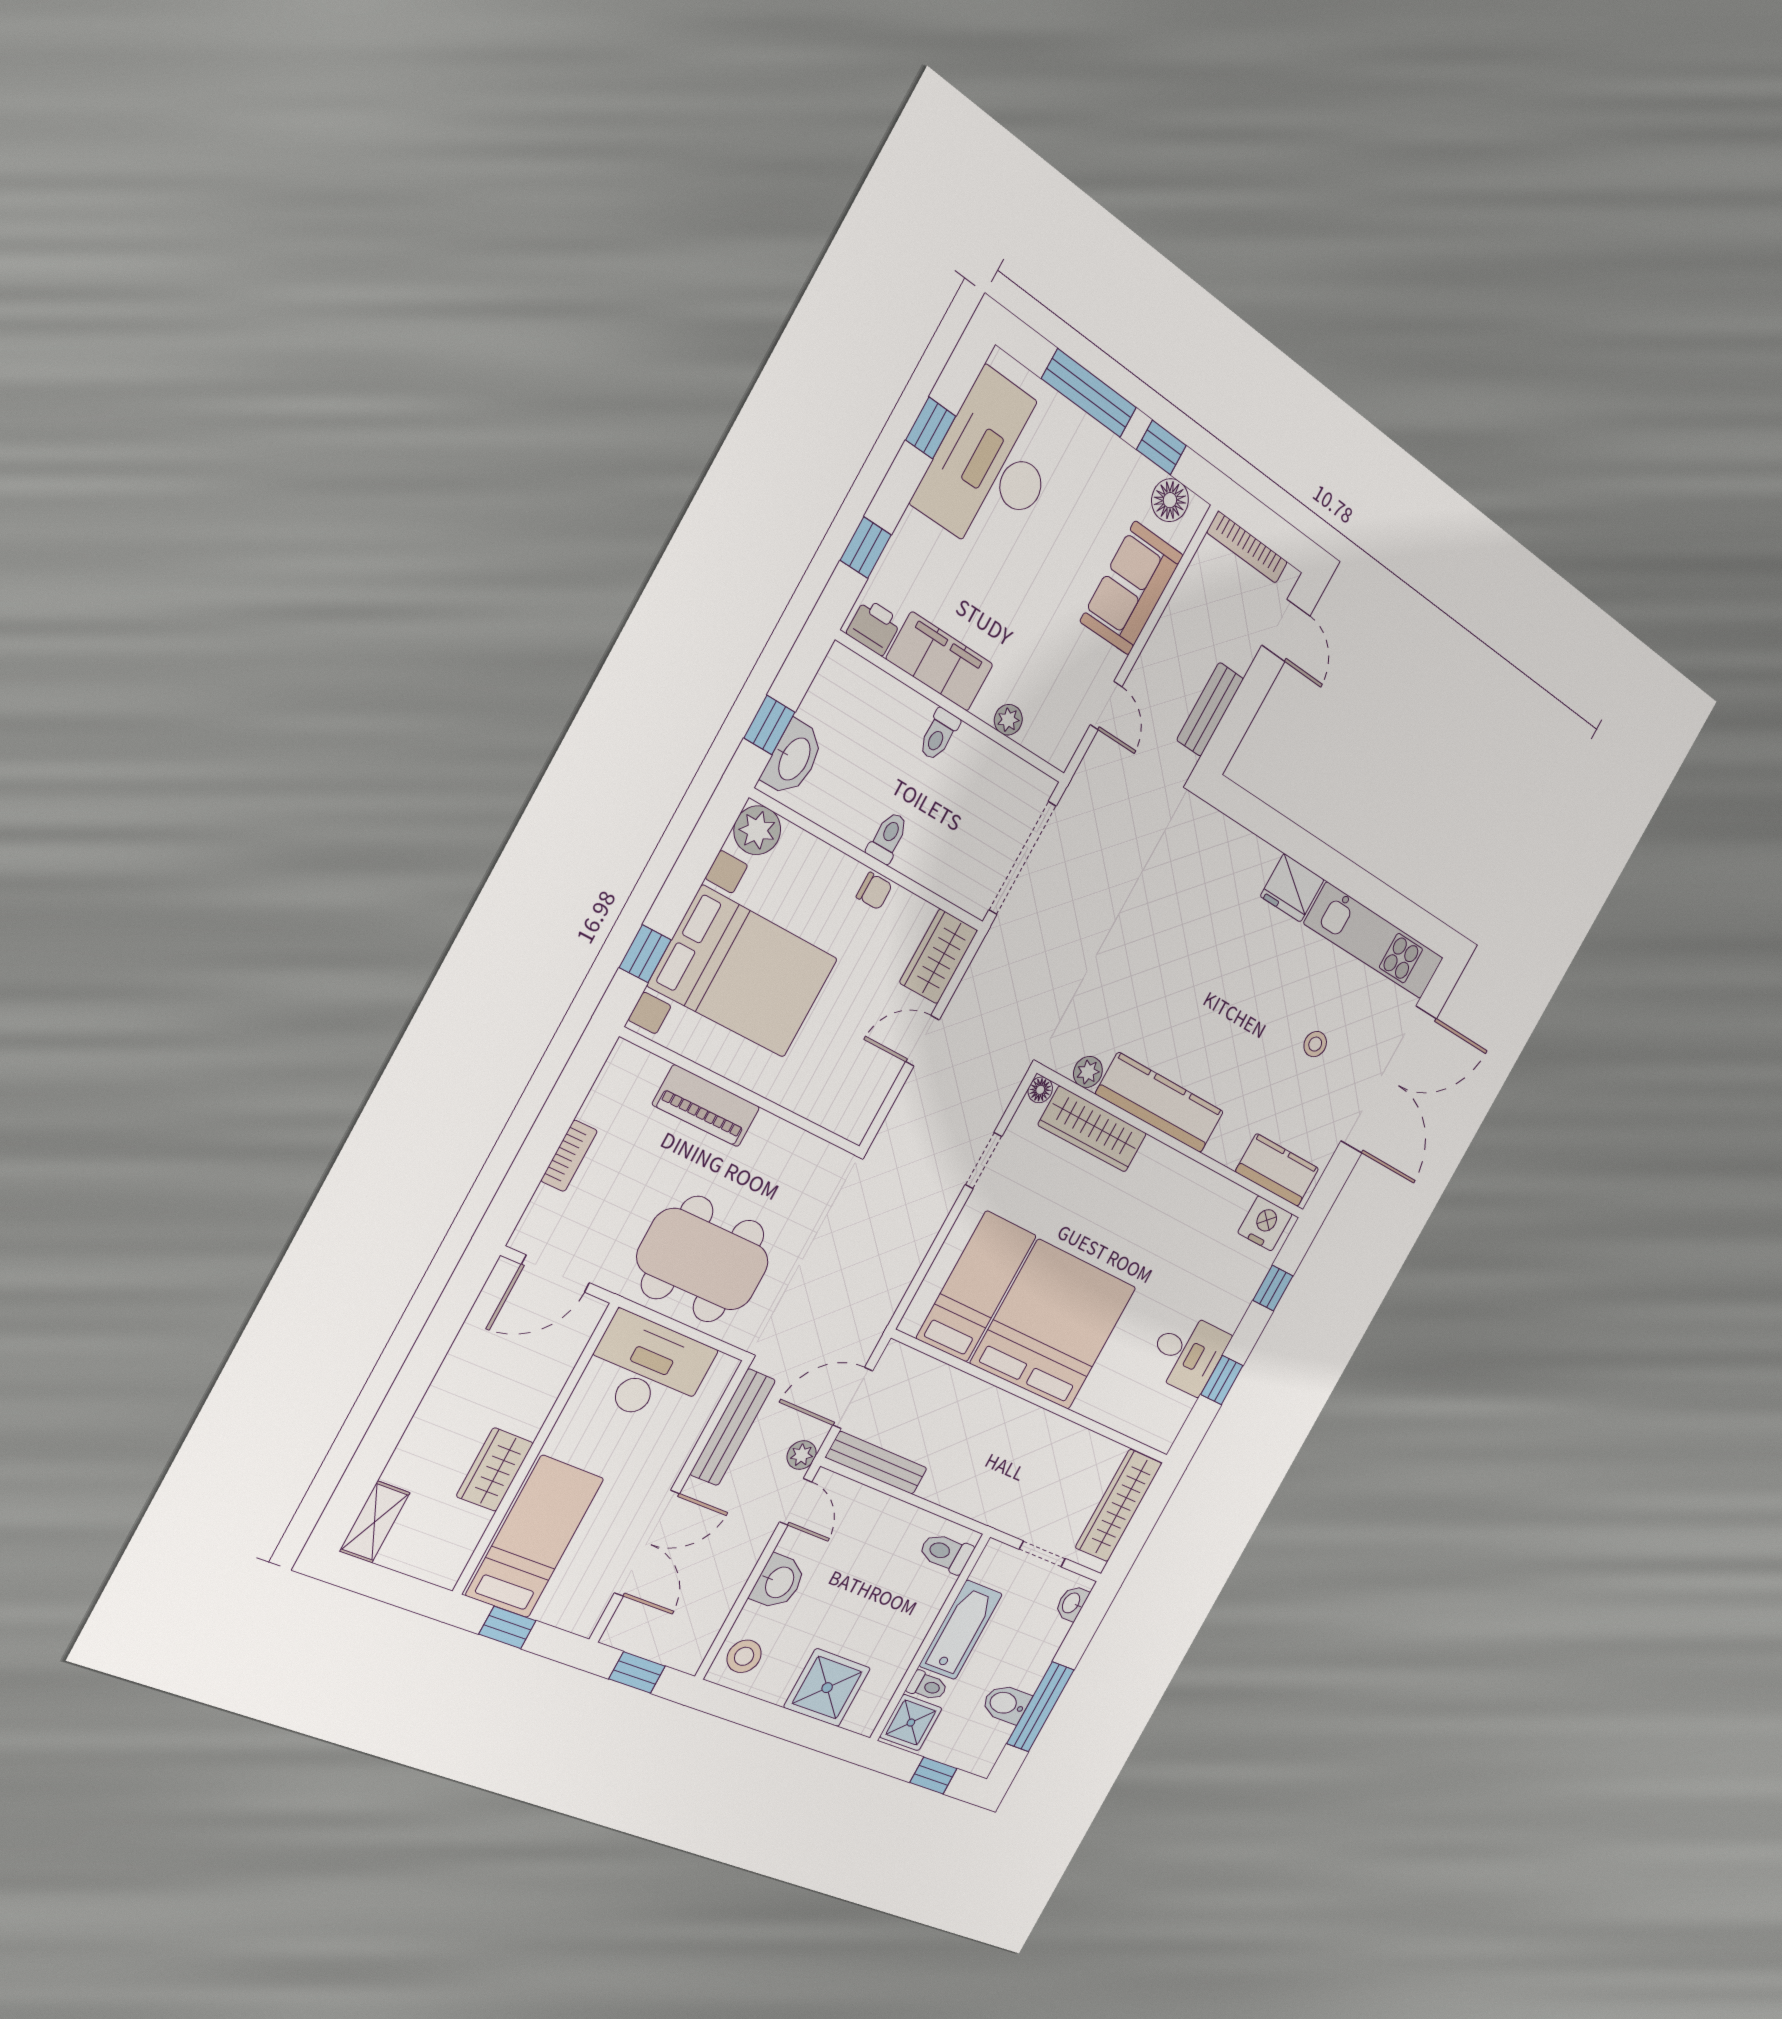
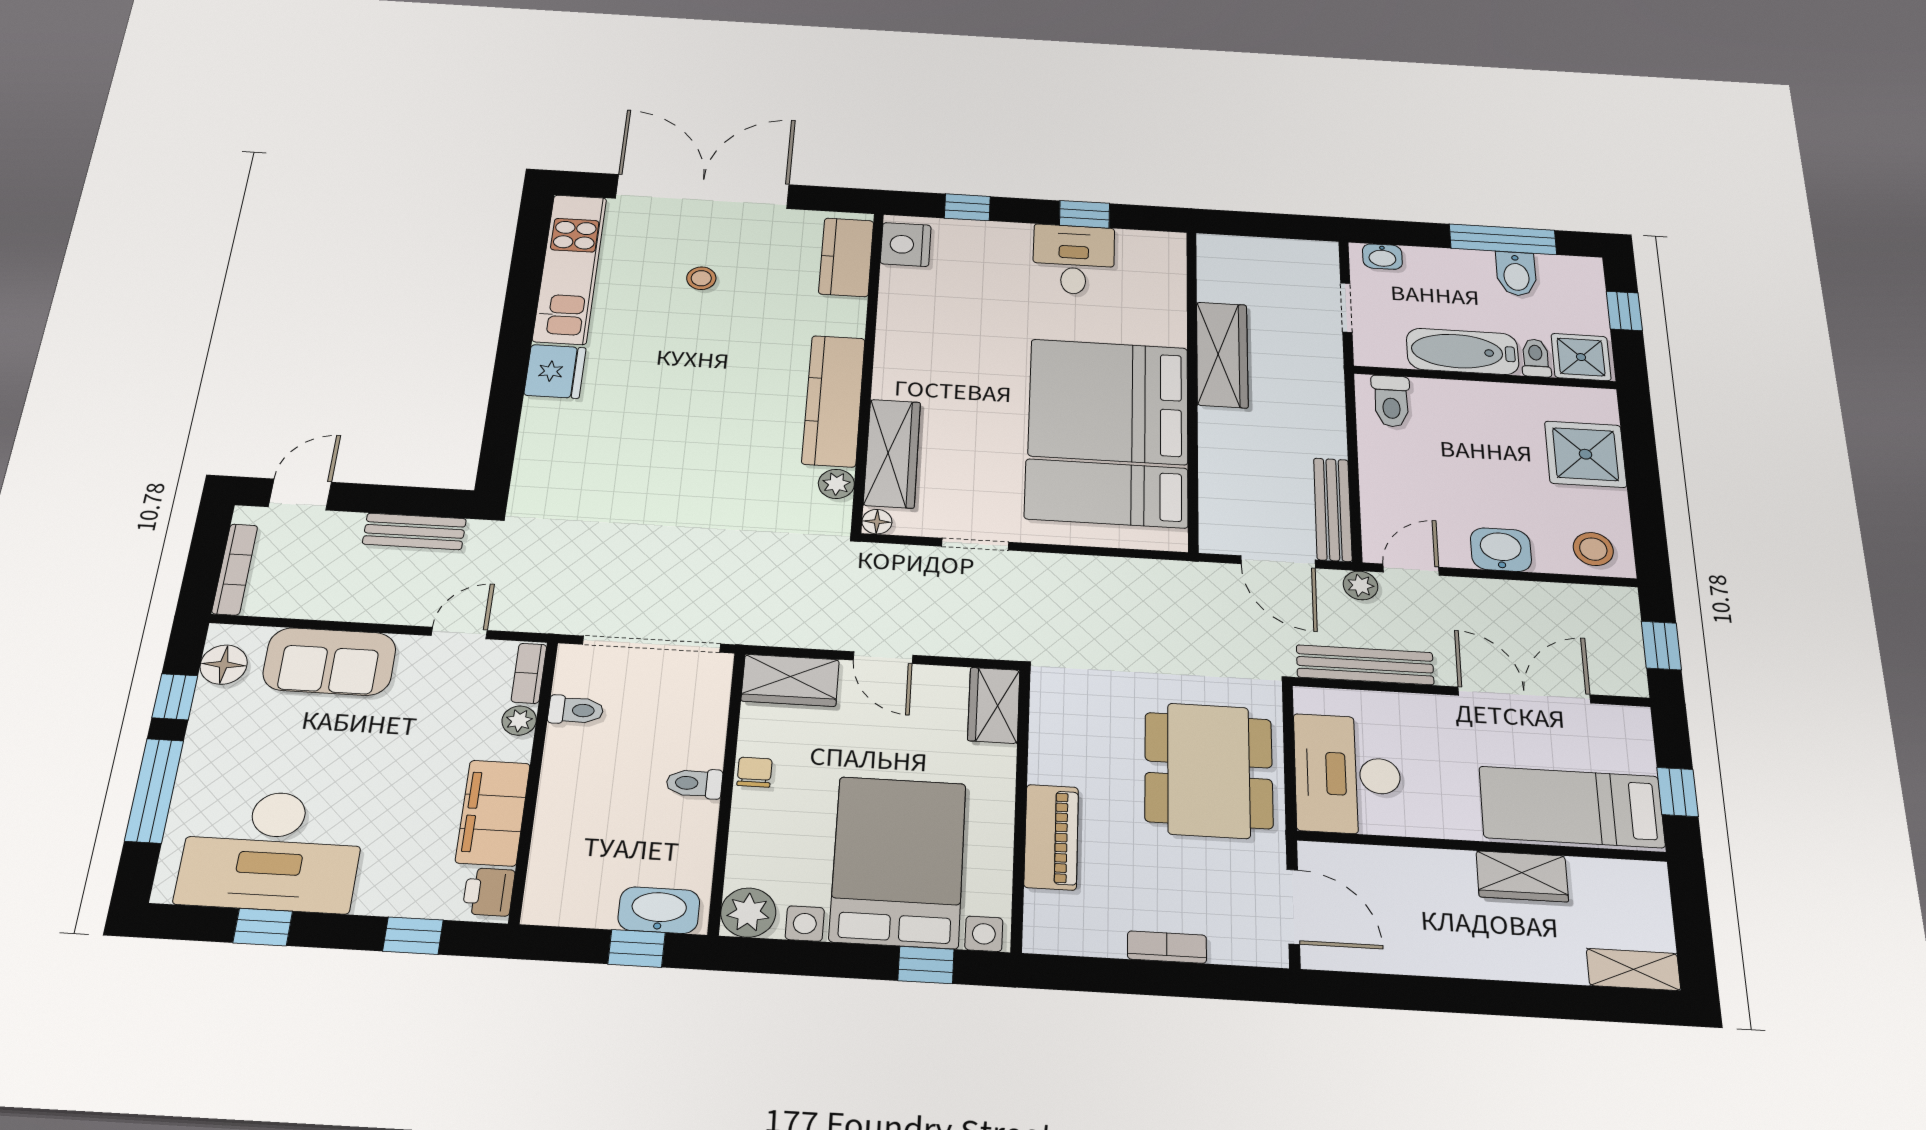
toilet: (939, 735) -> (576, 710), moved
bookcase: (1045, 747) -> (529, 673), added
wardrobe: (840, 1112) -> (994, 705), added
wardrobe: (1119, 1505) -> (1222, 355), moved, turned -90

